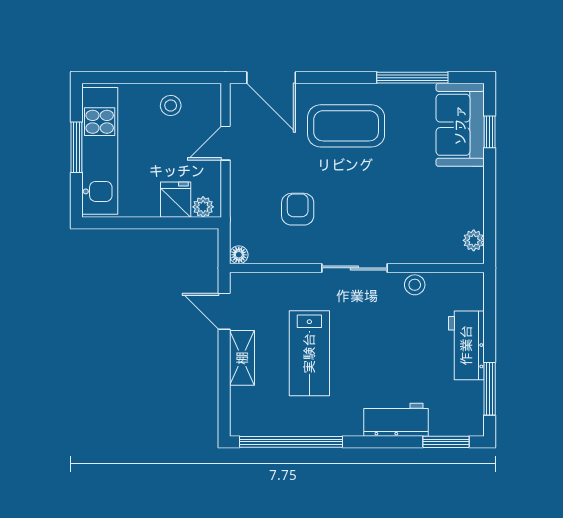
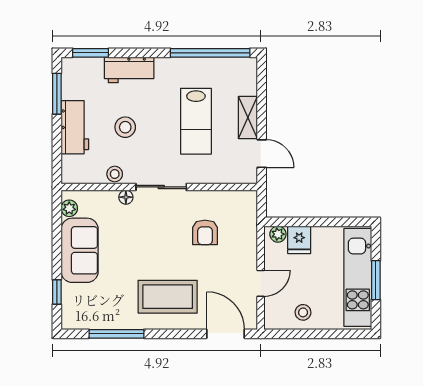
sofa: (460, 125) -> (80, 250), moved
floor lamp: (239, 255) -> (126, 197), moved
stool: (401, 346) -> (125, 127), added
lab bench: (309, 353) -> (196, 121), turned 180

